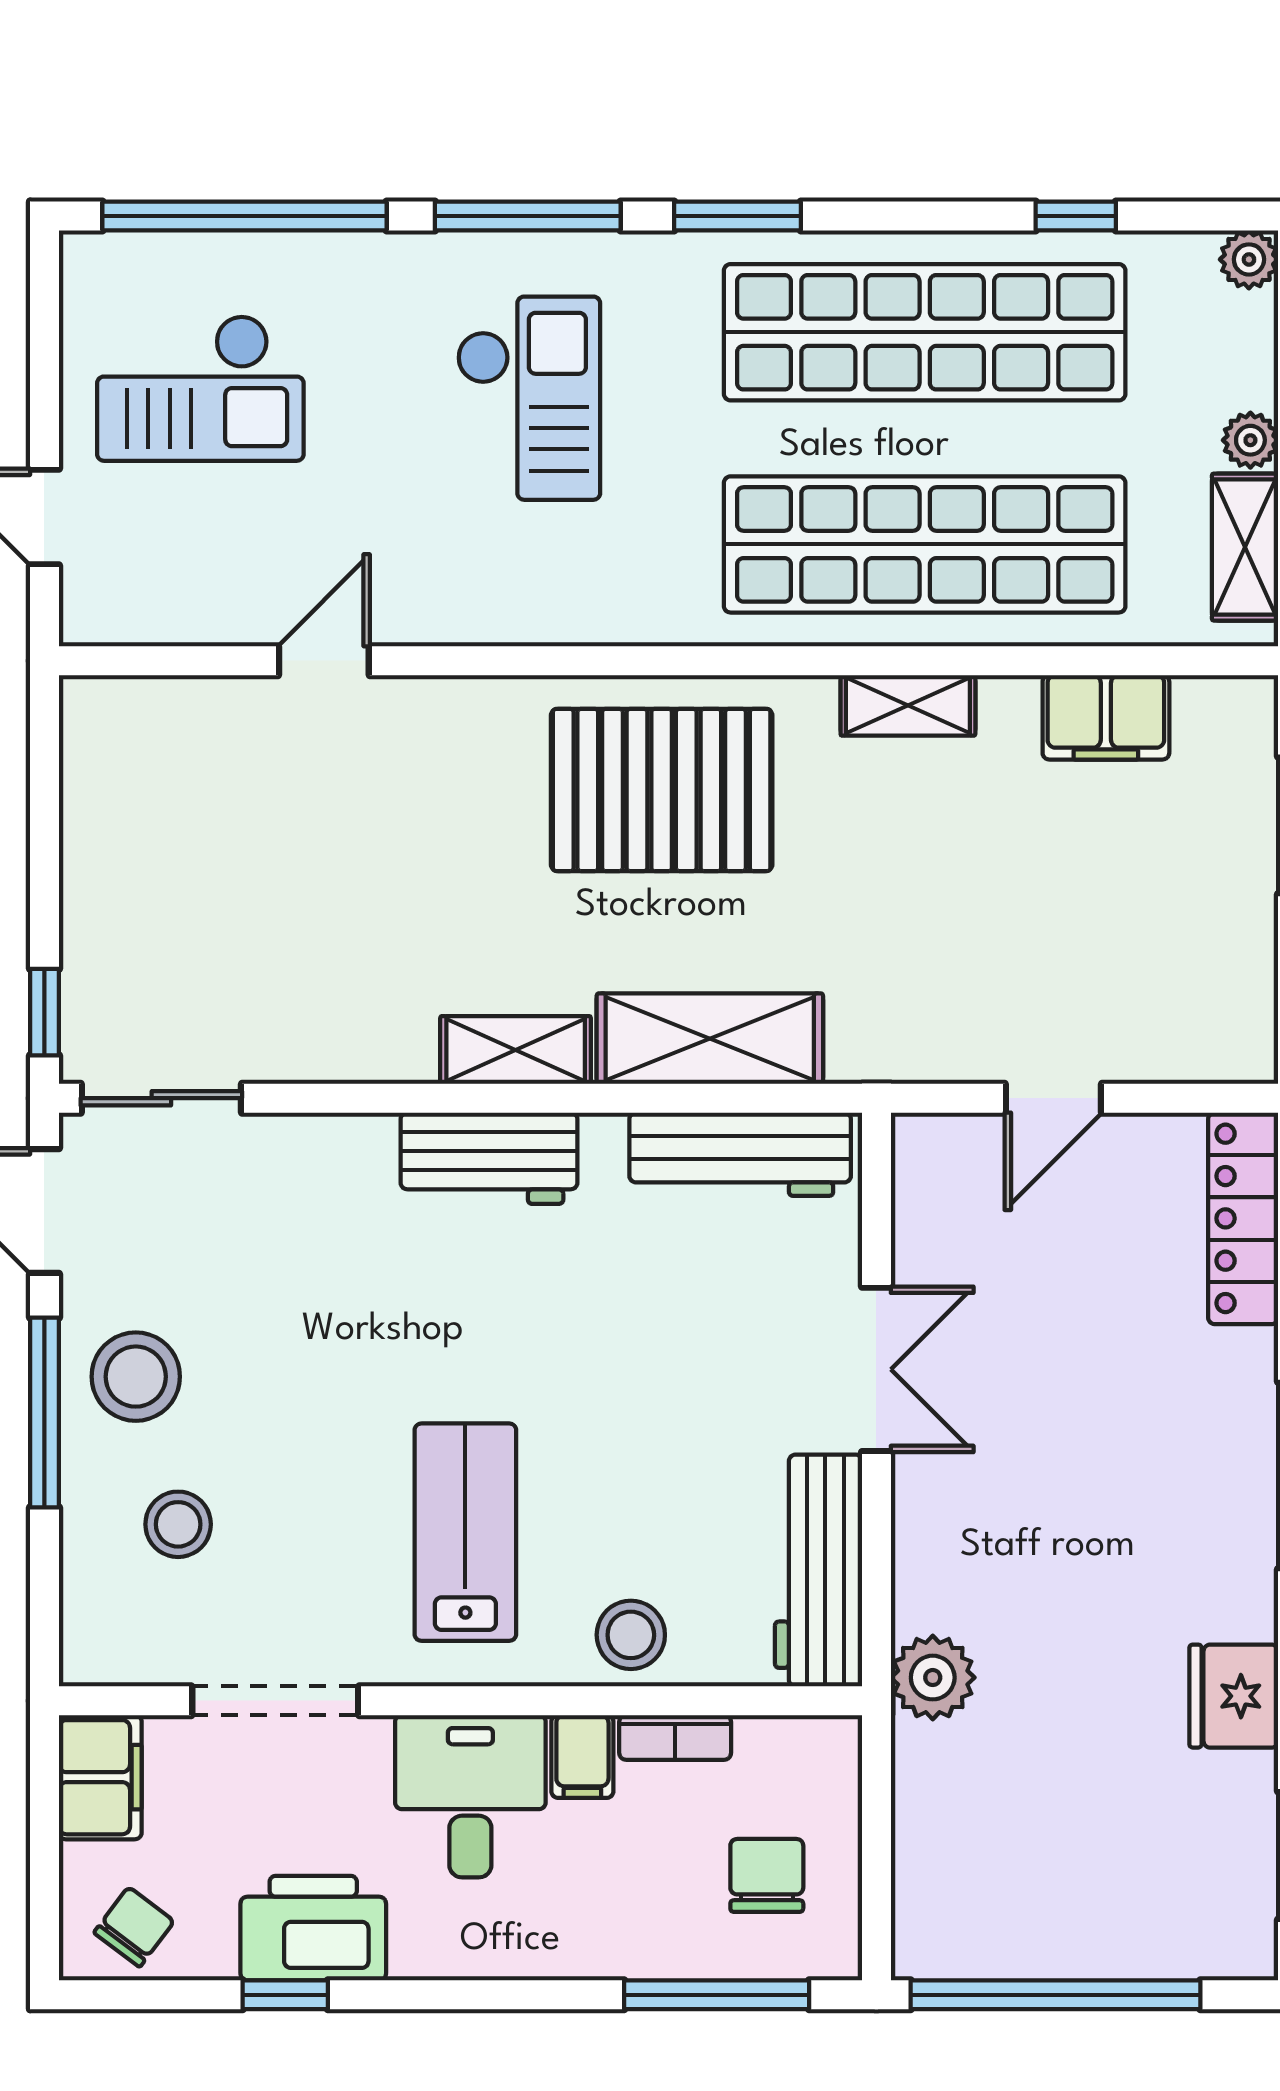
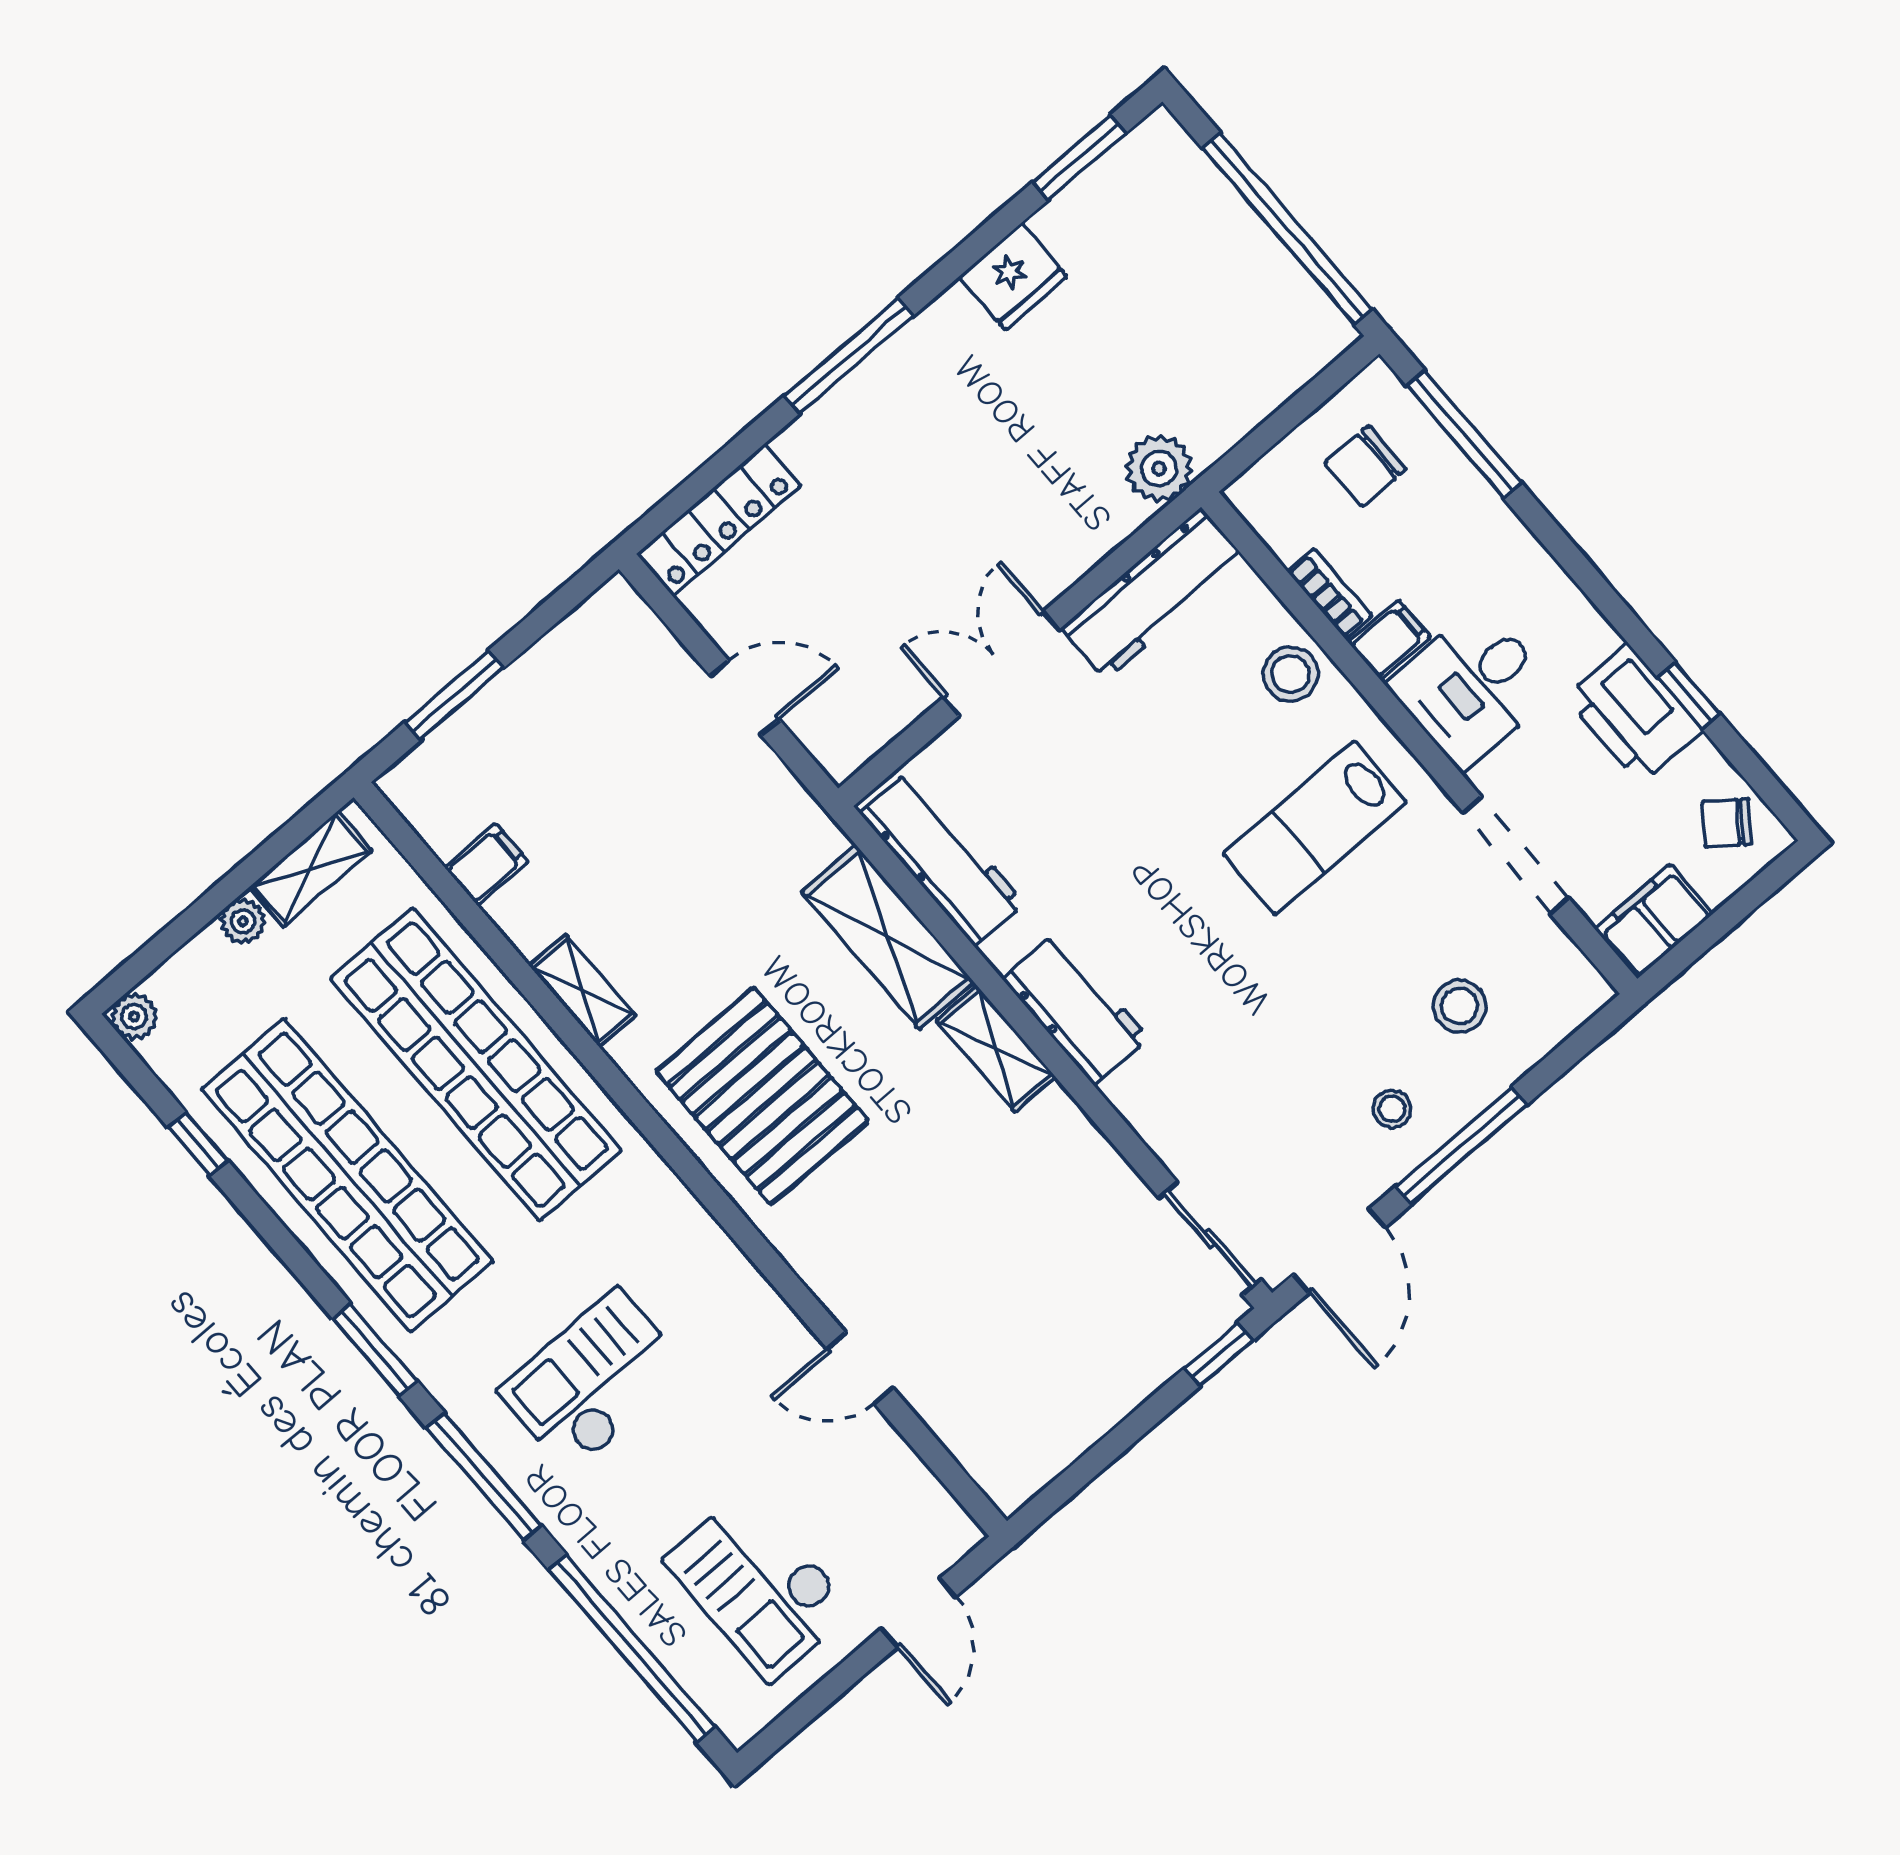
checkout: (200, 388) -> (759, 1585), turned 180
filing cabinet: (1106, 717) -> (486, 864), width x0.50
stool: (136, 1377) -> (1392, 1109), width x0.53, depth x0.53

